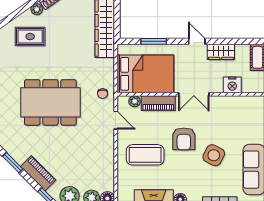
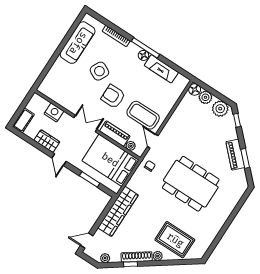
rug: (30, 37) -> (175, 240), width x1.36, depth x1.43
armchair: (184, 139) -> (113, 96), turned -90
coffee table: (145, 155) -> (143, 115), moved
piano: (38, 173) -> (235, 155), moved

